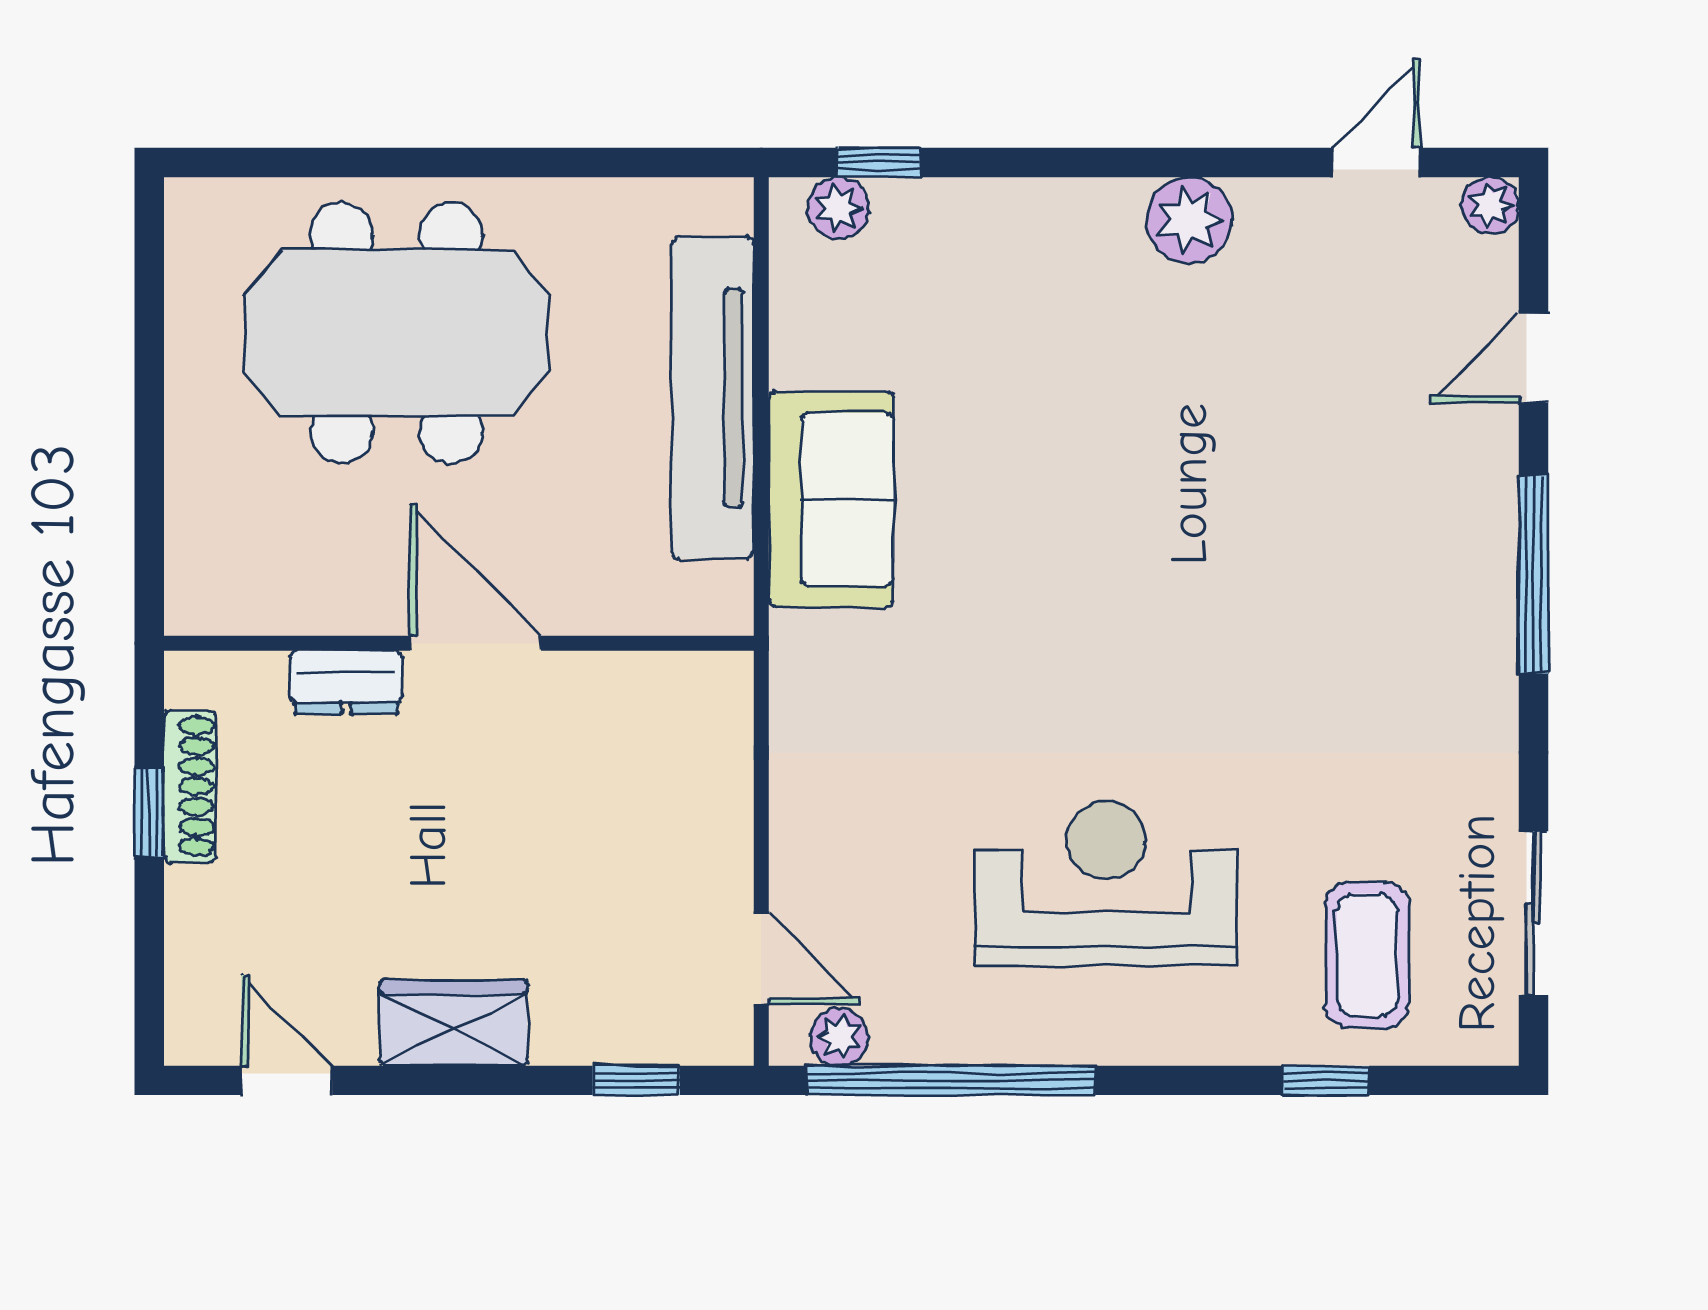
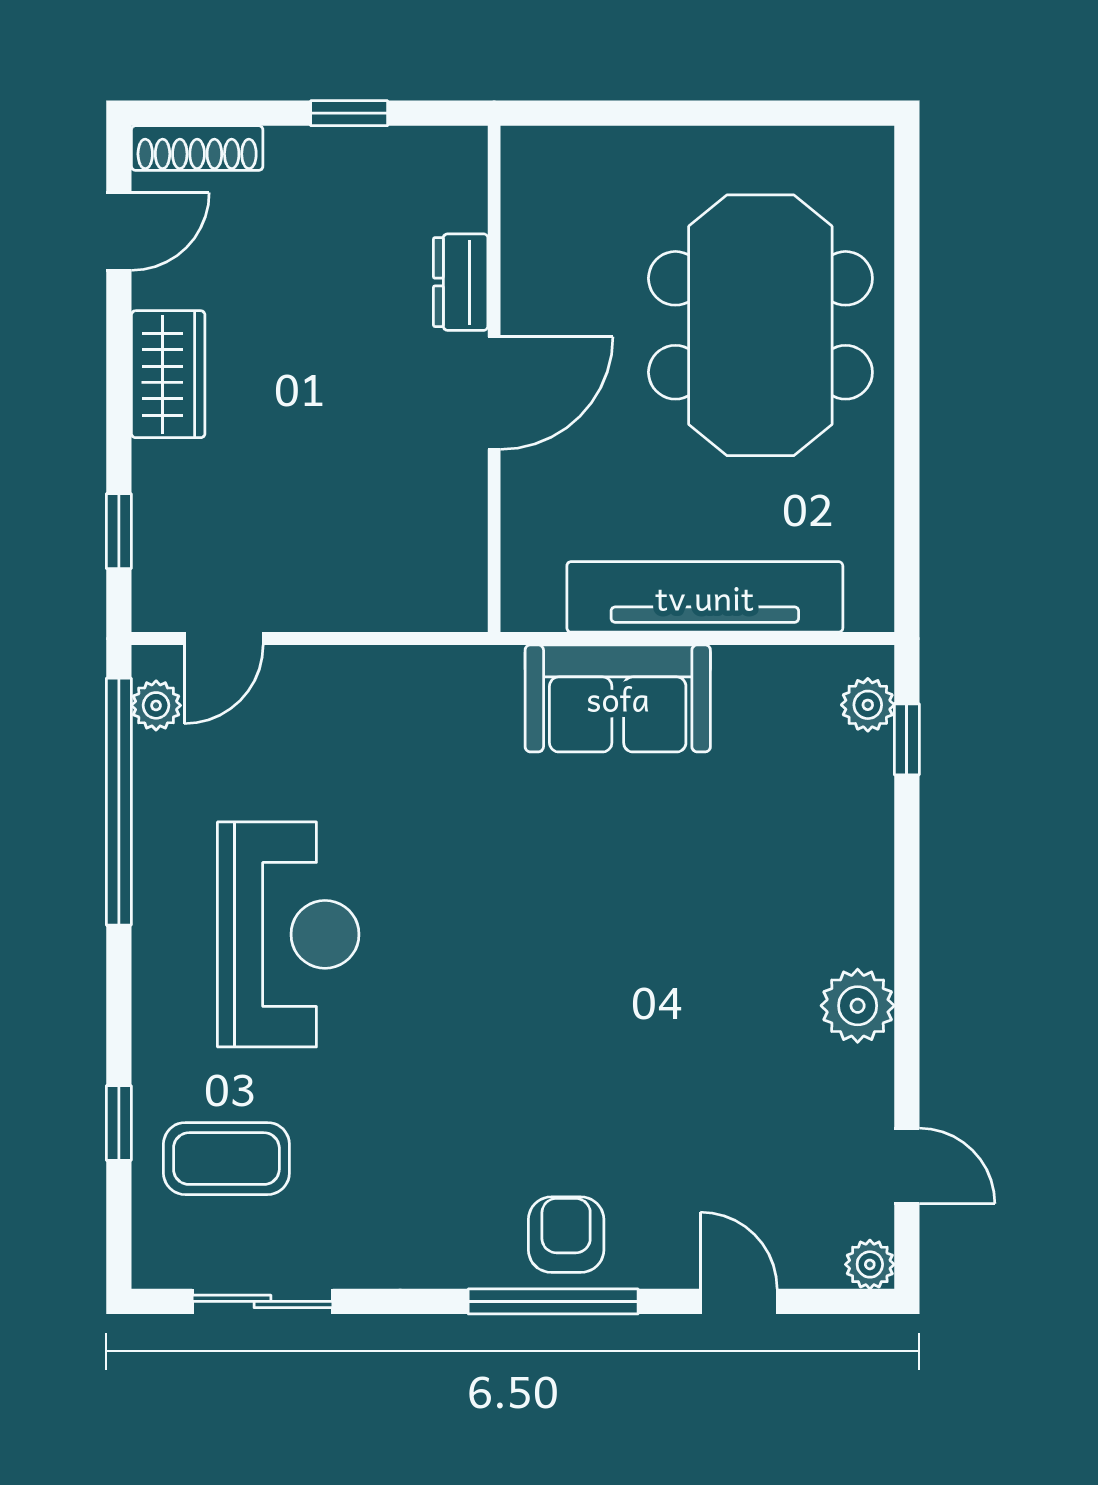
armchair: (1456, 559) -> (566, 1235), added
shoe rack: (190, 786) -> (197, 148), moved

